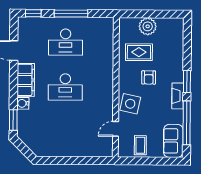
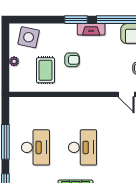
plant: (148, 26) -> (14, 61), width x0.53, depth x0.53
side table: (130, 104) -> (29, 37), moved

